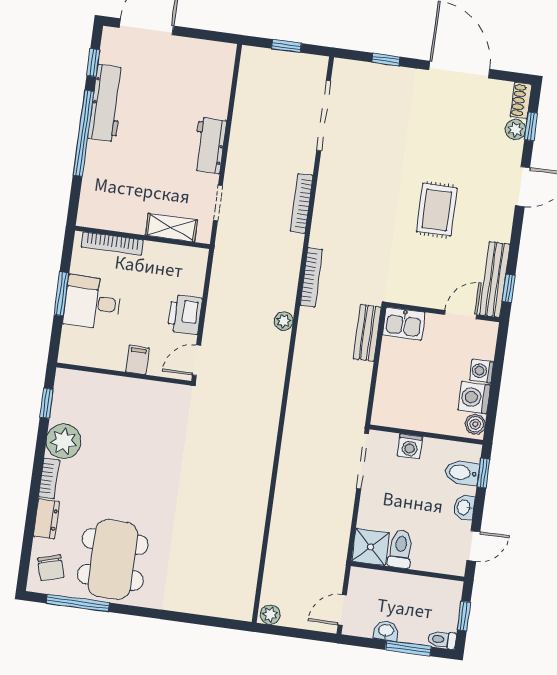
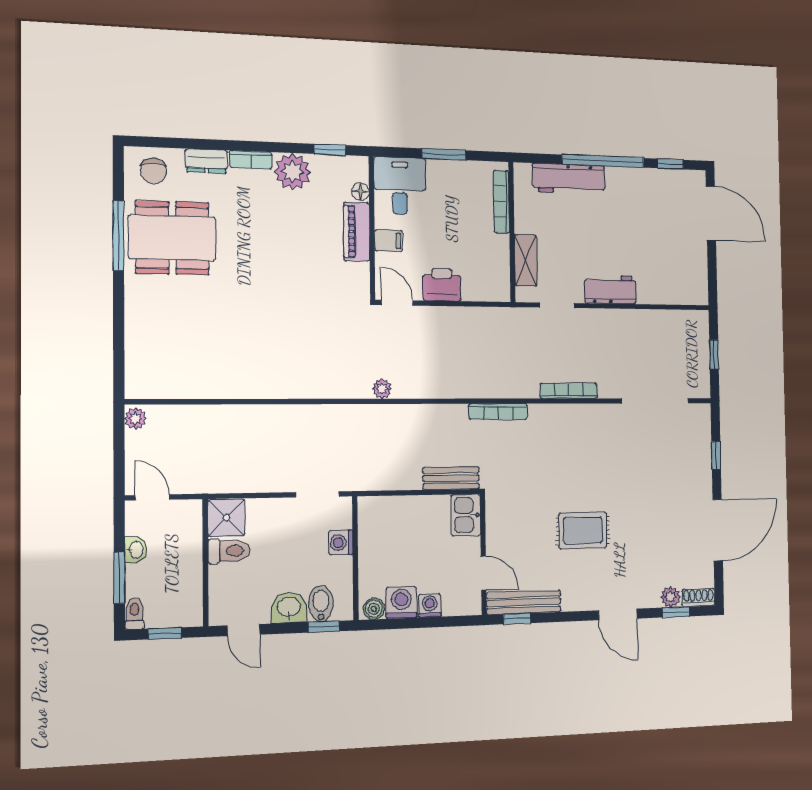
workbench: (107, 103) -> (569, 179), moved
desk: (92, 303) -> (400, 186), moved
plant: (284, 321) -> (382, 389), moved
floor lamp: (89, 380) -> (360, 192), added
piano: (126, 389) -> (357, 232), added
doorway: (363, 461) -> (318, 494), width x0.73
washbasin: (464, 507) -> (289, 608), width x1.38, depth x1.45
chair: (51, 568) -> (154, 171), turned -74
window: (78, 603) -> (118, 236), moved

